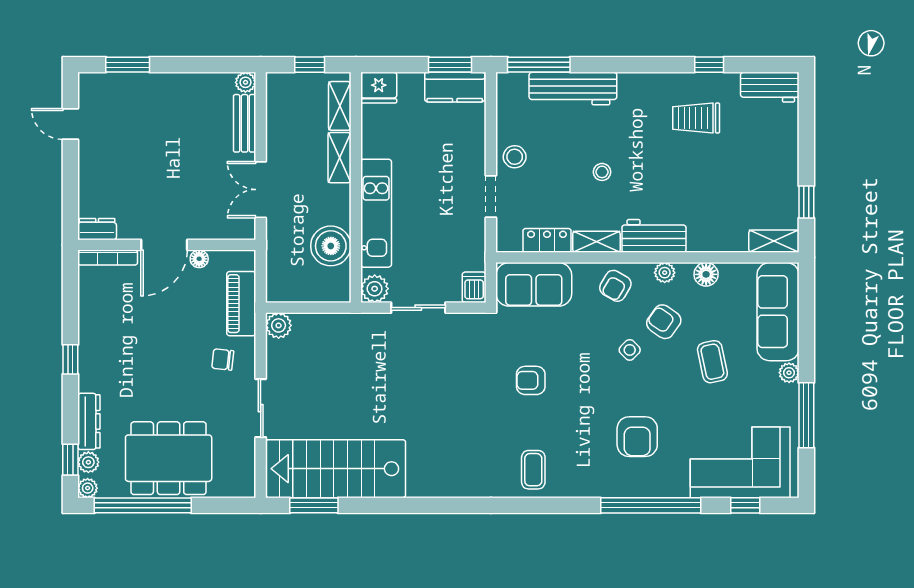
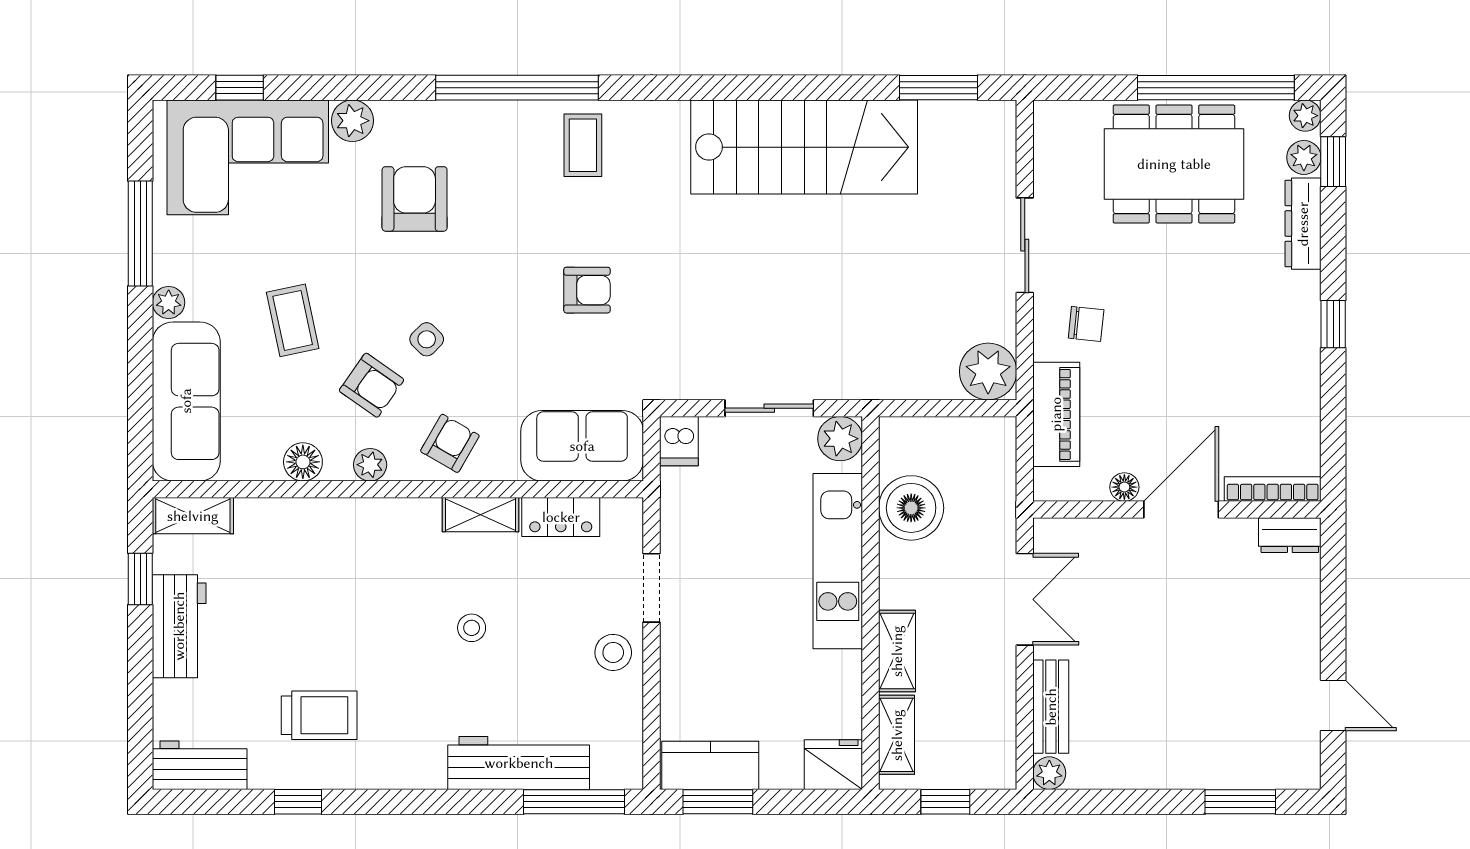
workbench: (654, 236) -> (179, 626), moved, turned -90
plant: (279, 325) -> (988, 371), width x1.36, depth x1.36
stairs: (336, 469) -> (804, 147), moved
plant: (676, 485) -> (352, 121), added
window: (651, 505) -> (517, 88), moved

